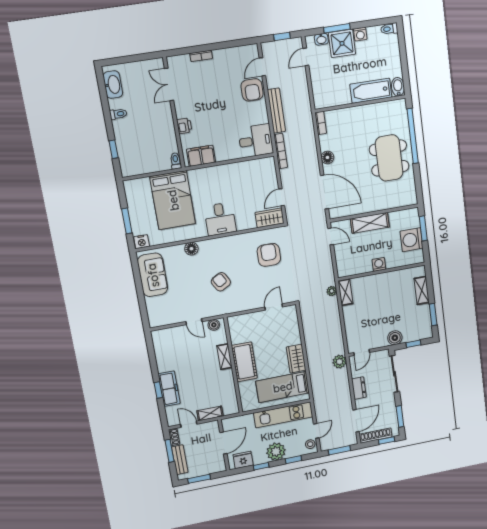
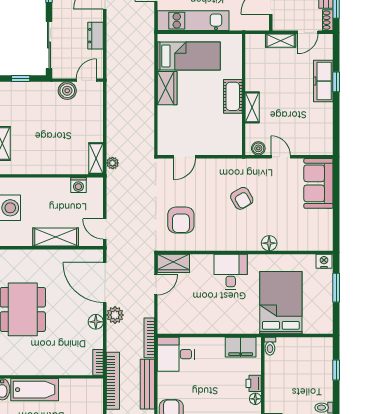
bookcase: (306, 109) -> (113, 381), added
floor lamp: (181, 112) -> (255, 399), added
washing machine: (379, 264) -> (78, 185), moved
sofa: (153, 275) -> (318, 183), moved
boiler: (395, 338) -> (67, 91), moved
cot: (244, 362) -> (233, 96), width x0.73, depth x0.75
plant: (339, 362) -> (115, 315), moved
door: (189, 424) -> (308, 32), hinge flipped

